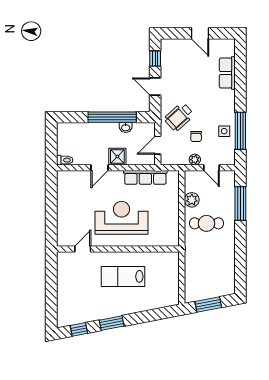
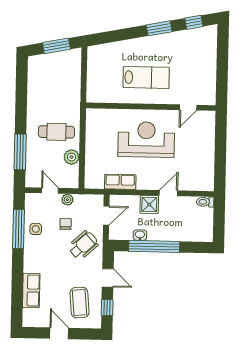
coffee table: (181, 63) -> (80, 302), added
row of seats: (145, 177) -> (120, 182), width x0.68
reception desk: (122, 218) -> (146, 139), turned 180

